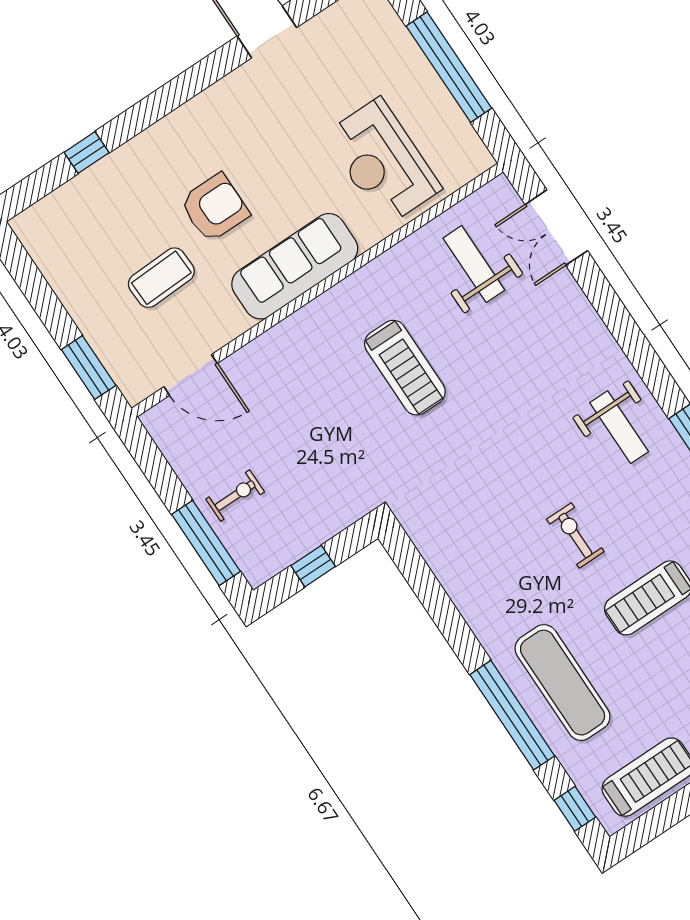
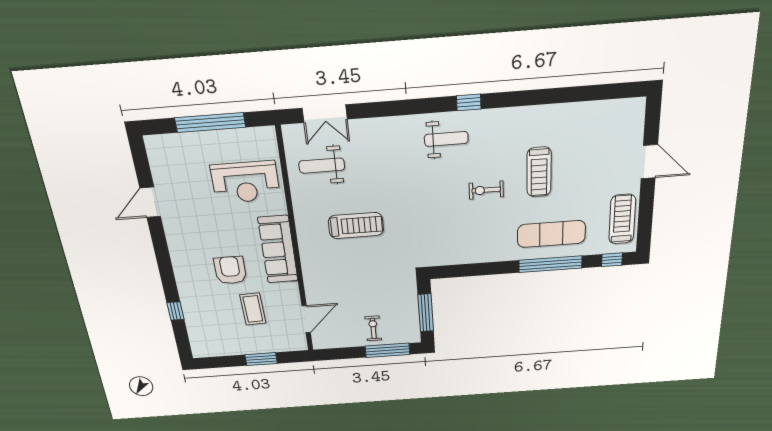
window: (89, 368) -> (261, 359), moved
window: (313, 566) -> (426, 313), width x2.17

